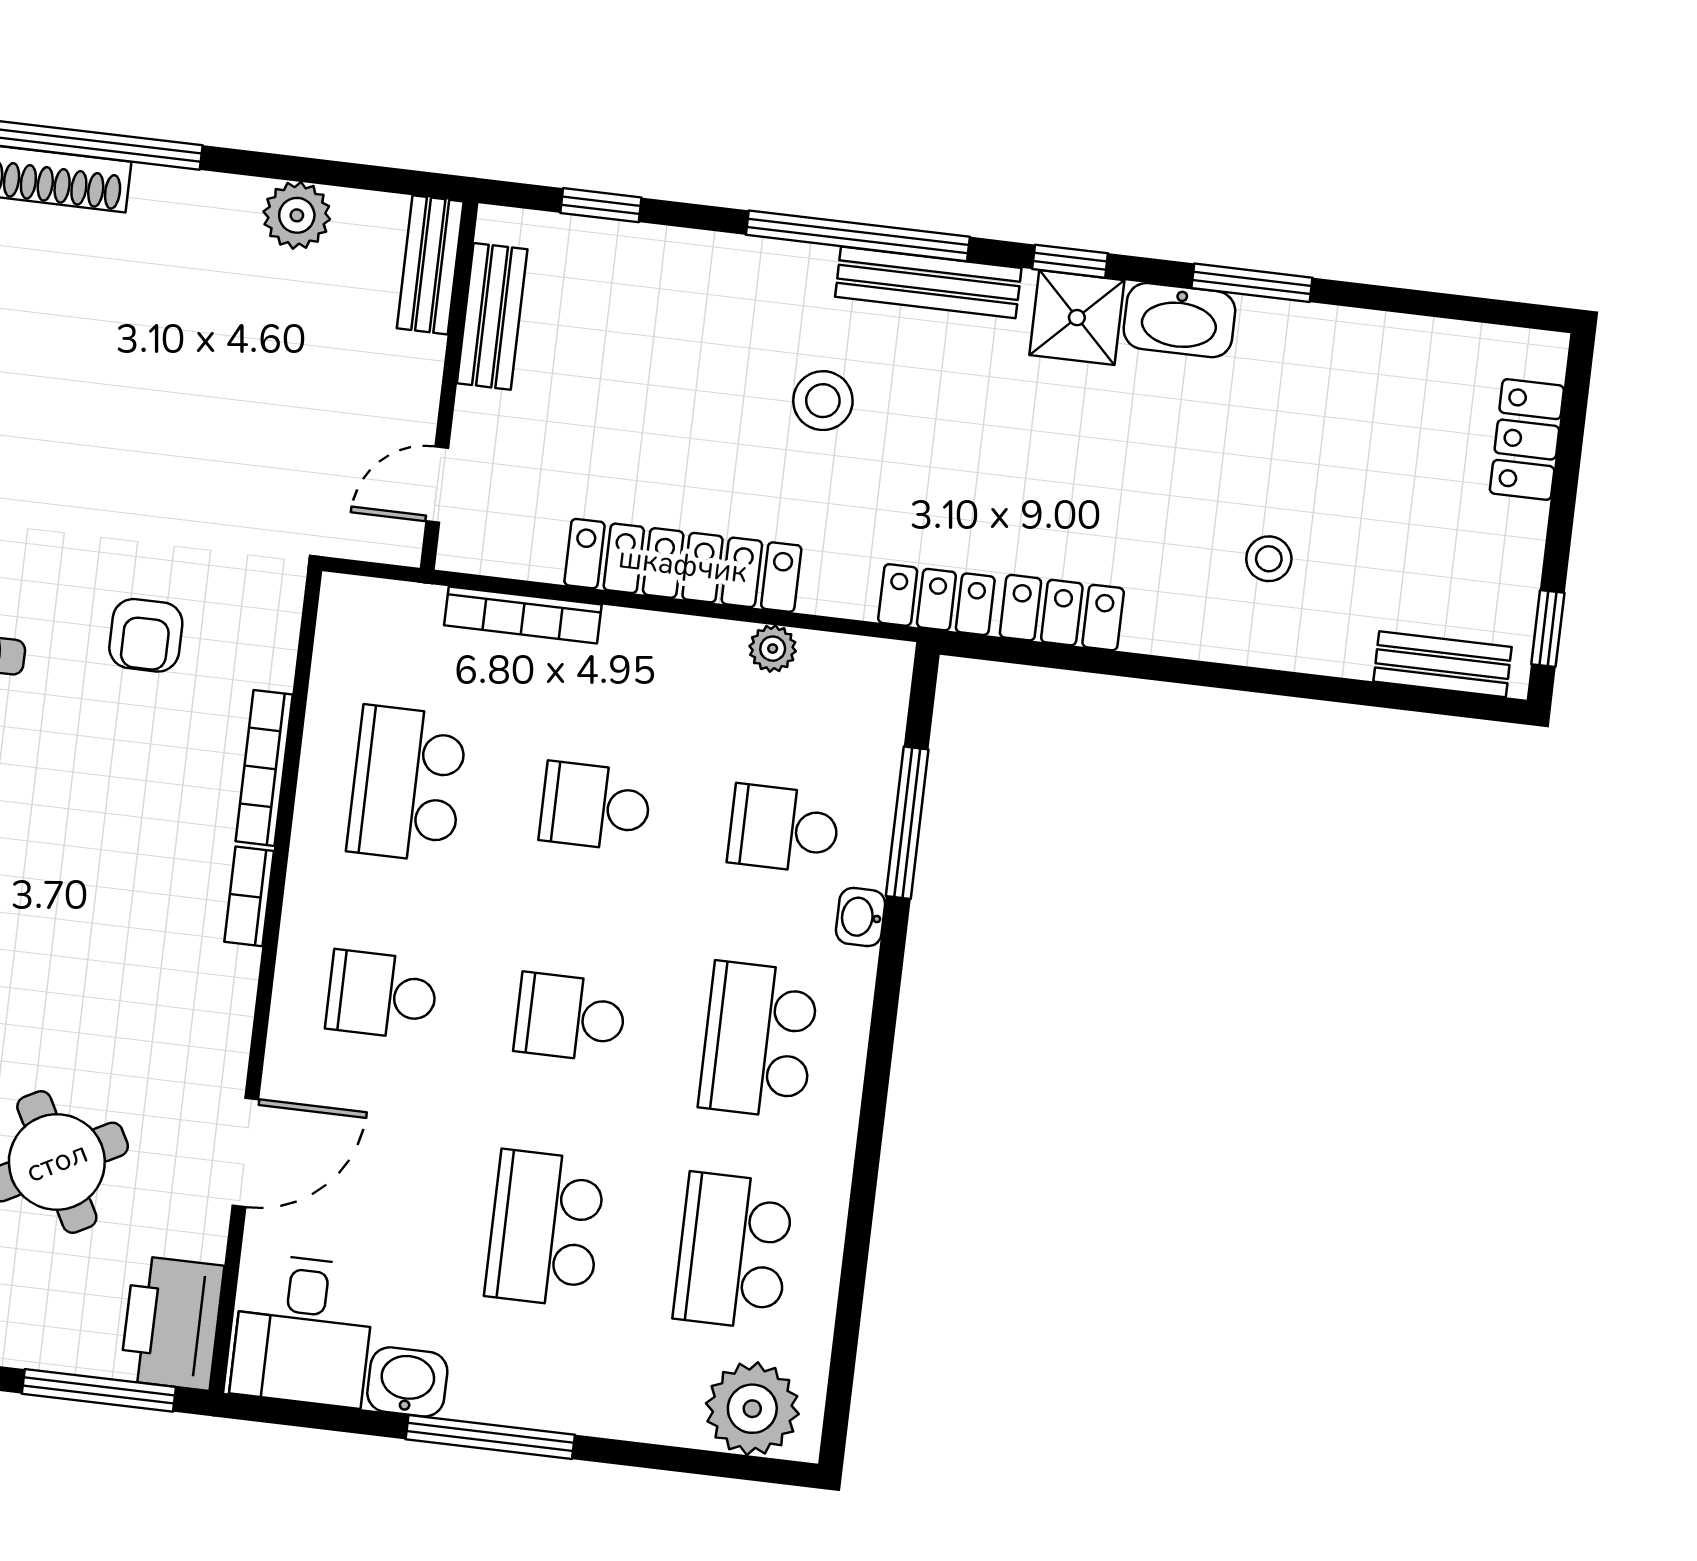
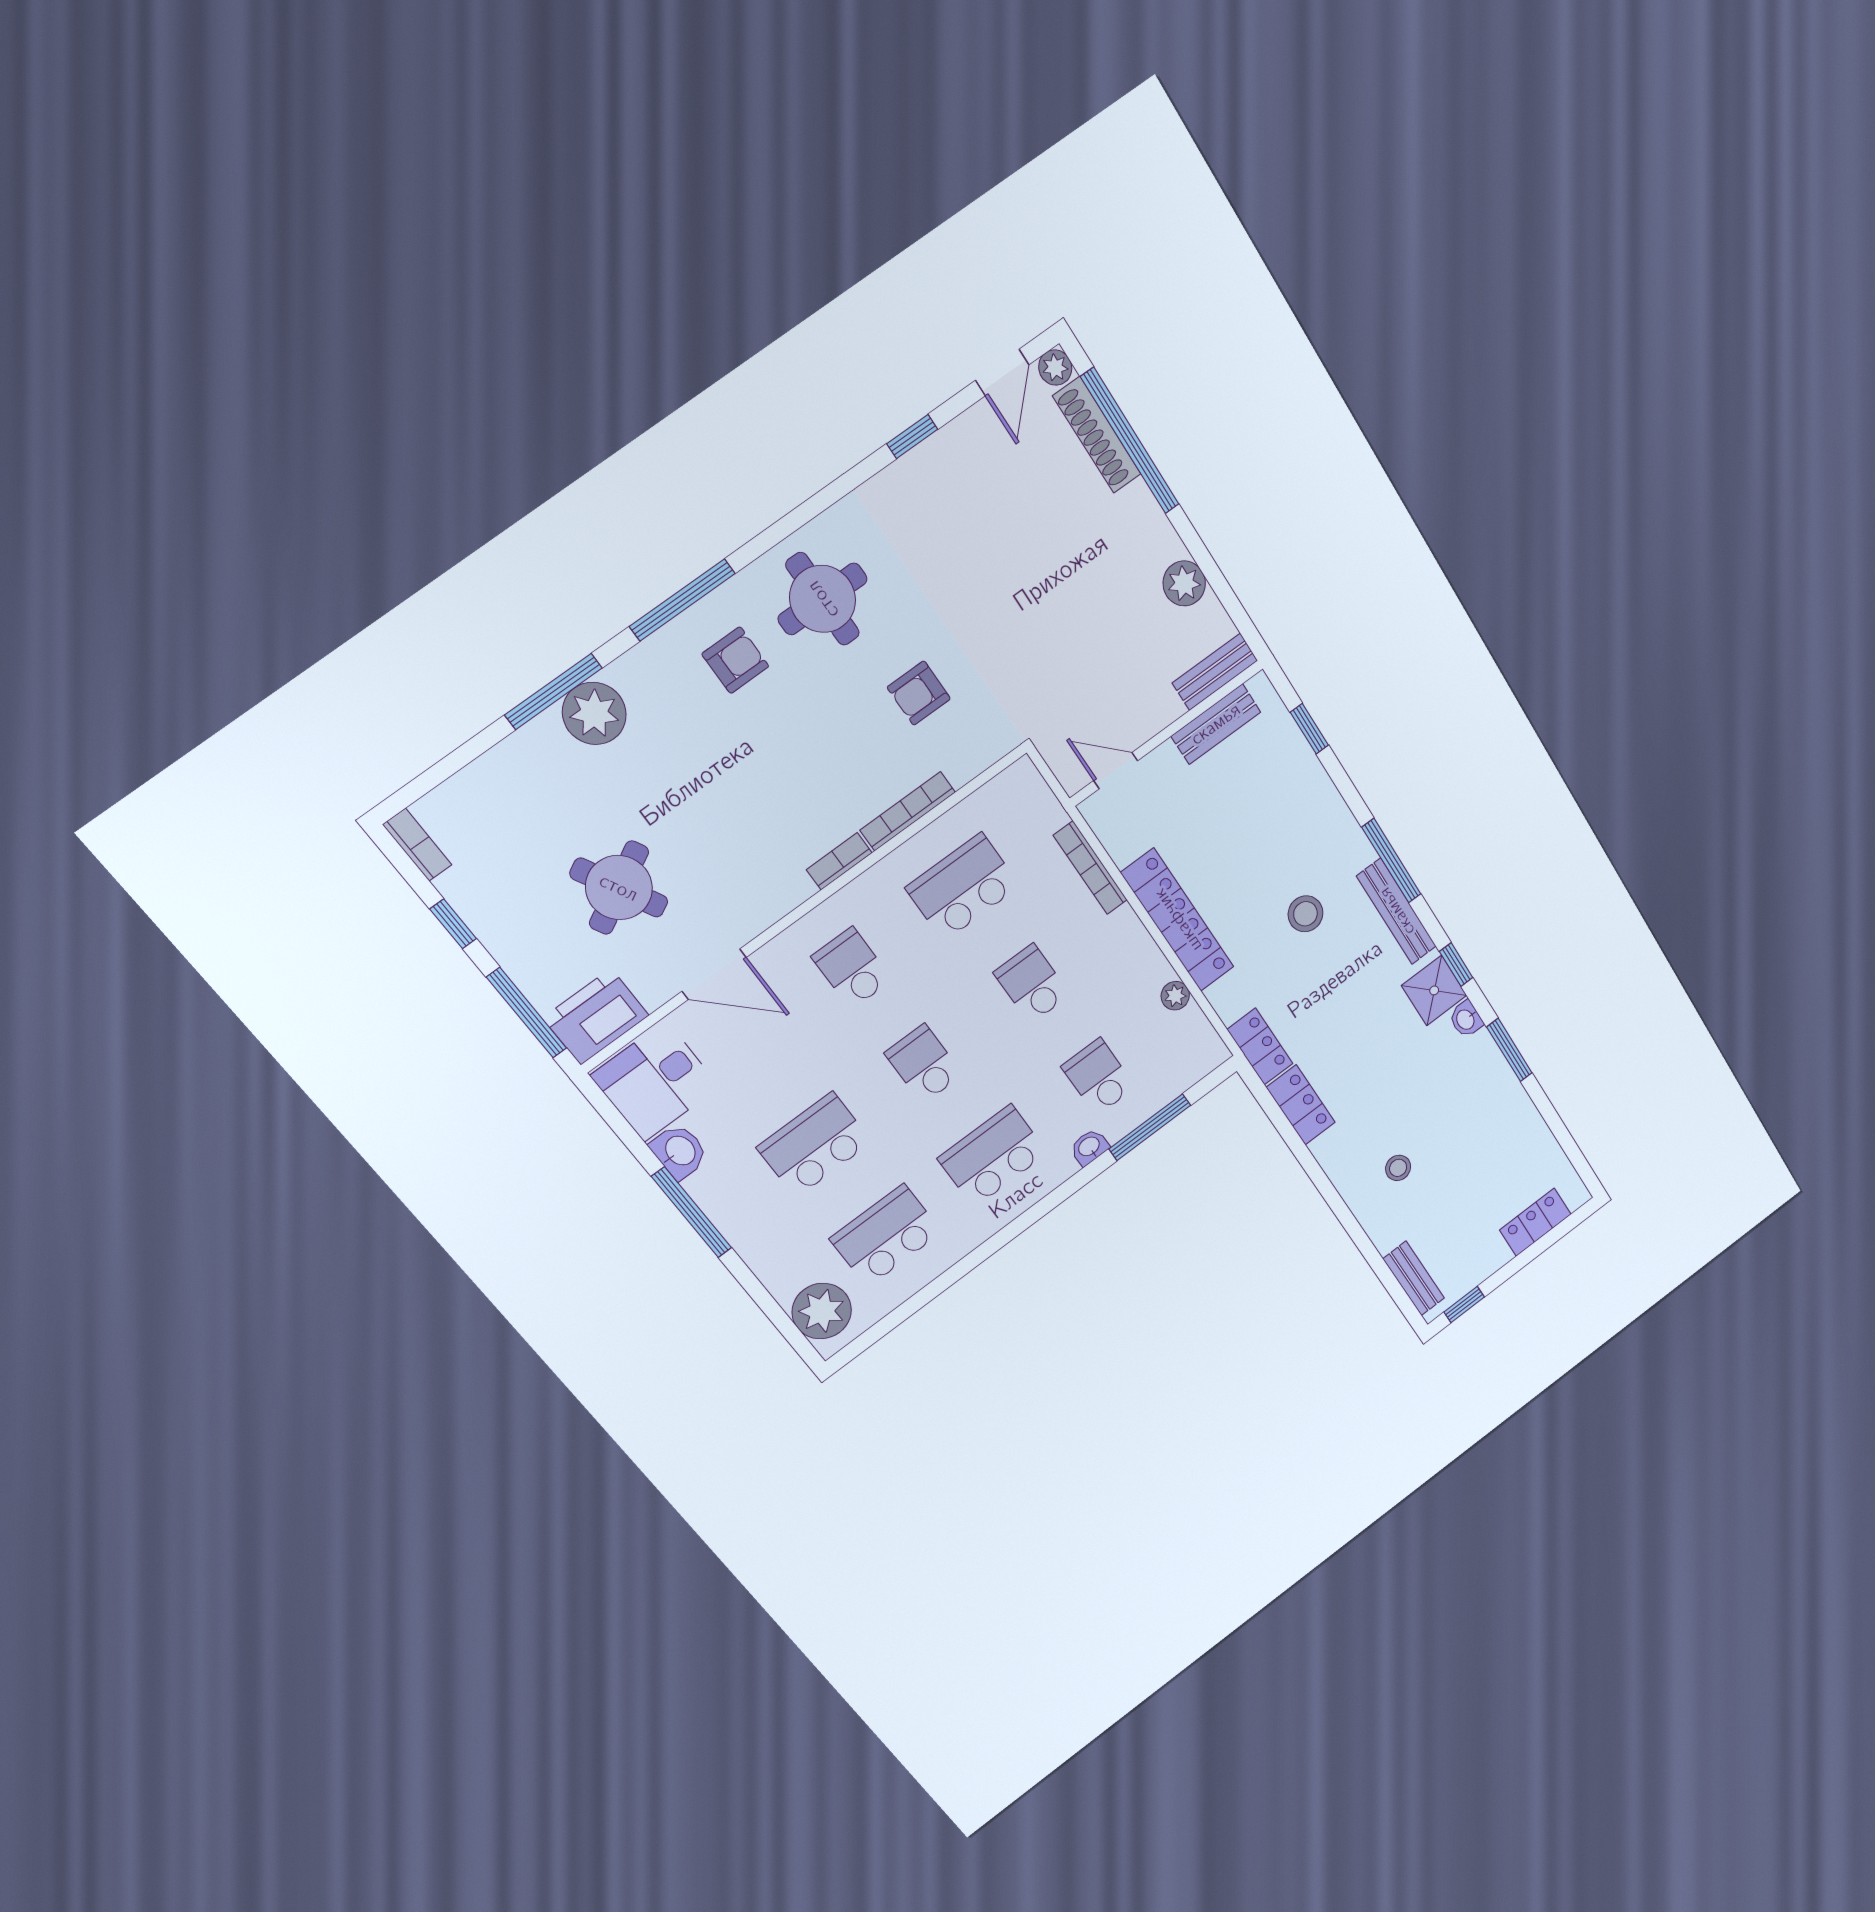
window: (858, 236) -> (1391, 861), width x0.68
washbasin: (1179, 320) -> (1466, 1019), width x0.52, depth x0.69

